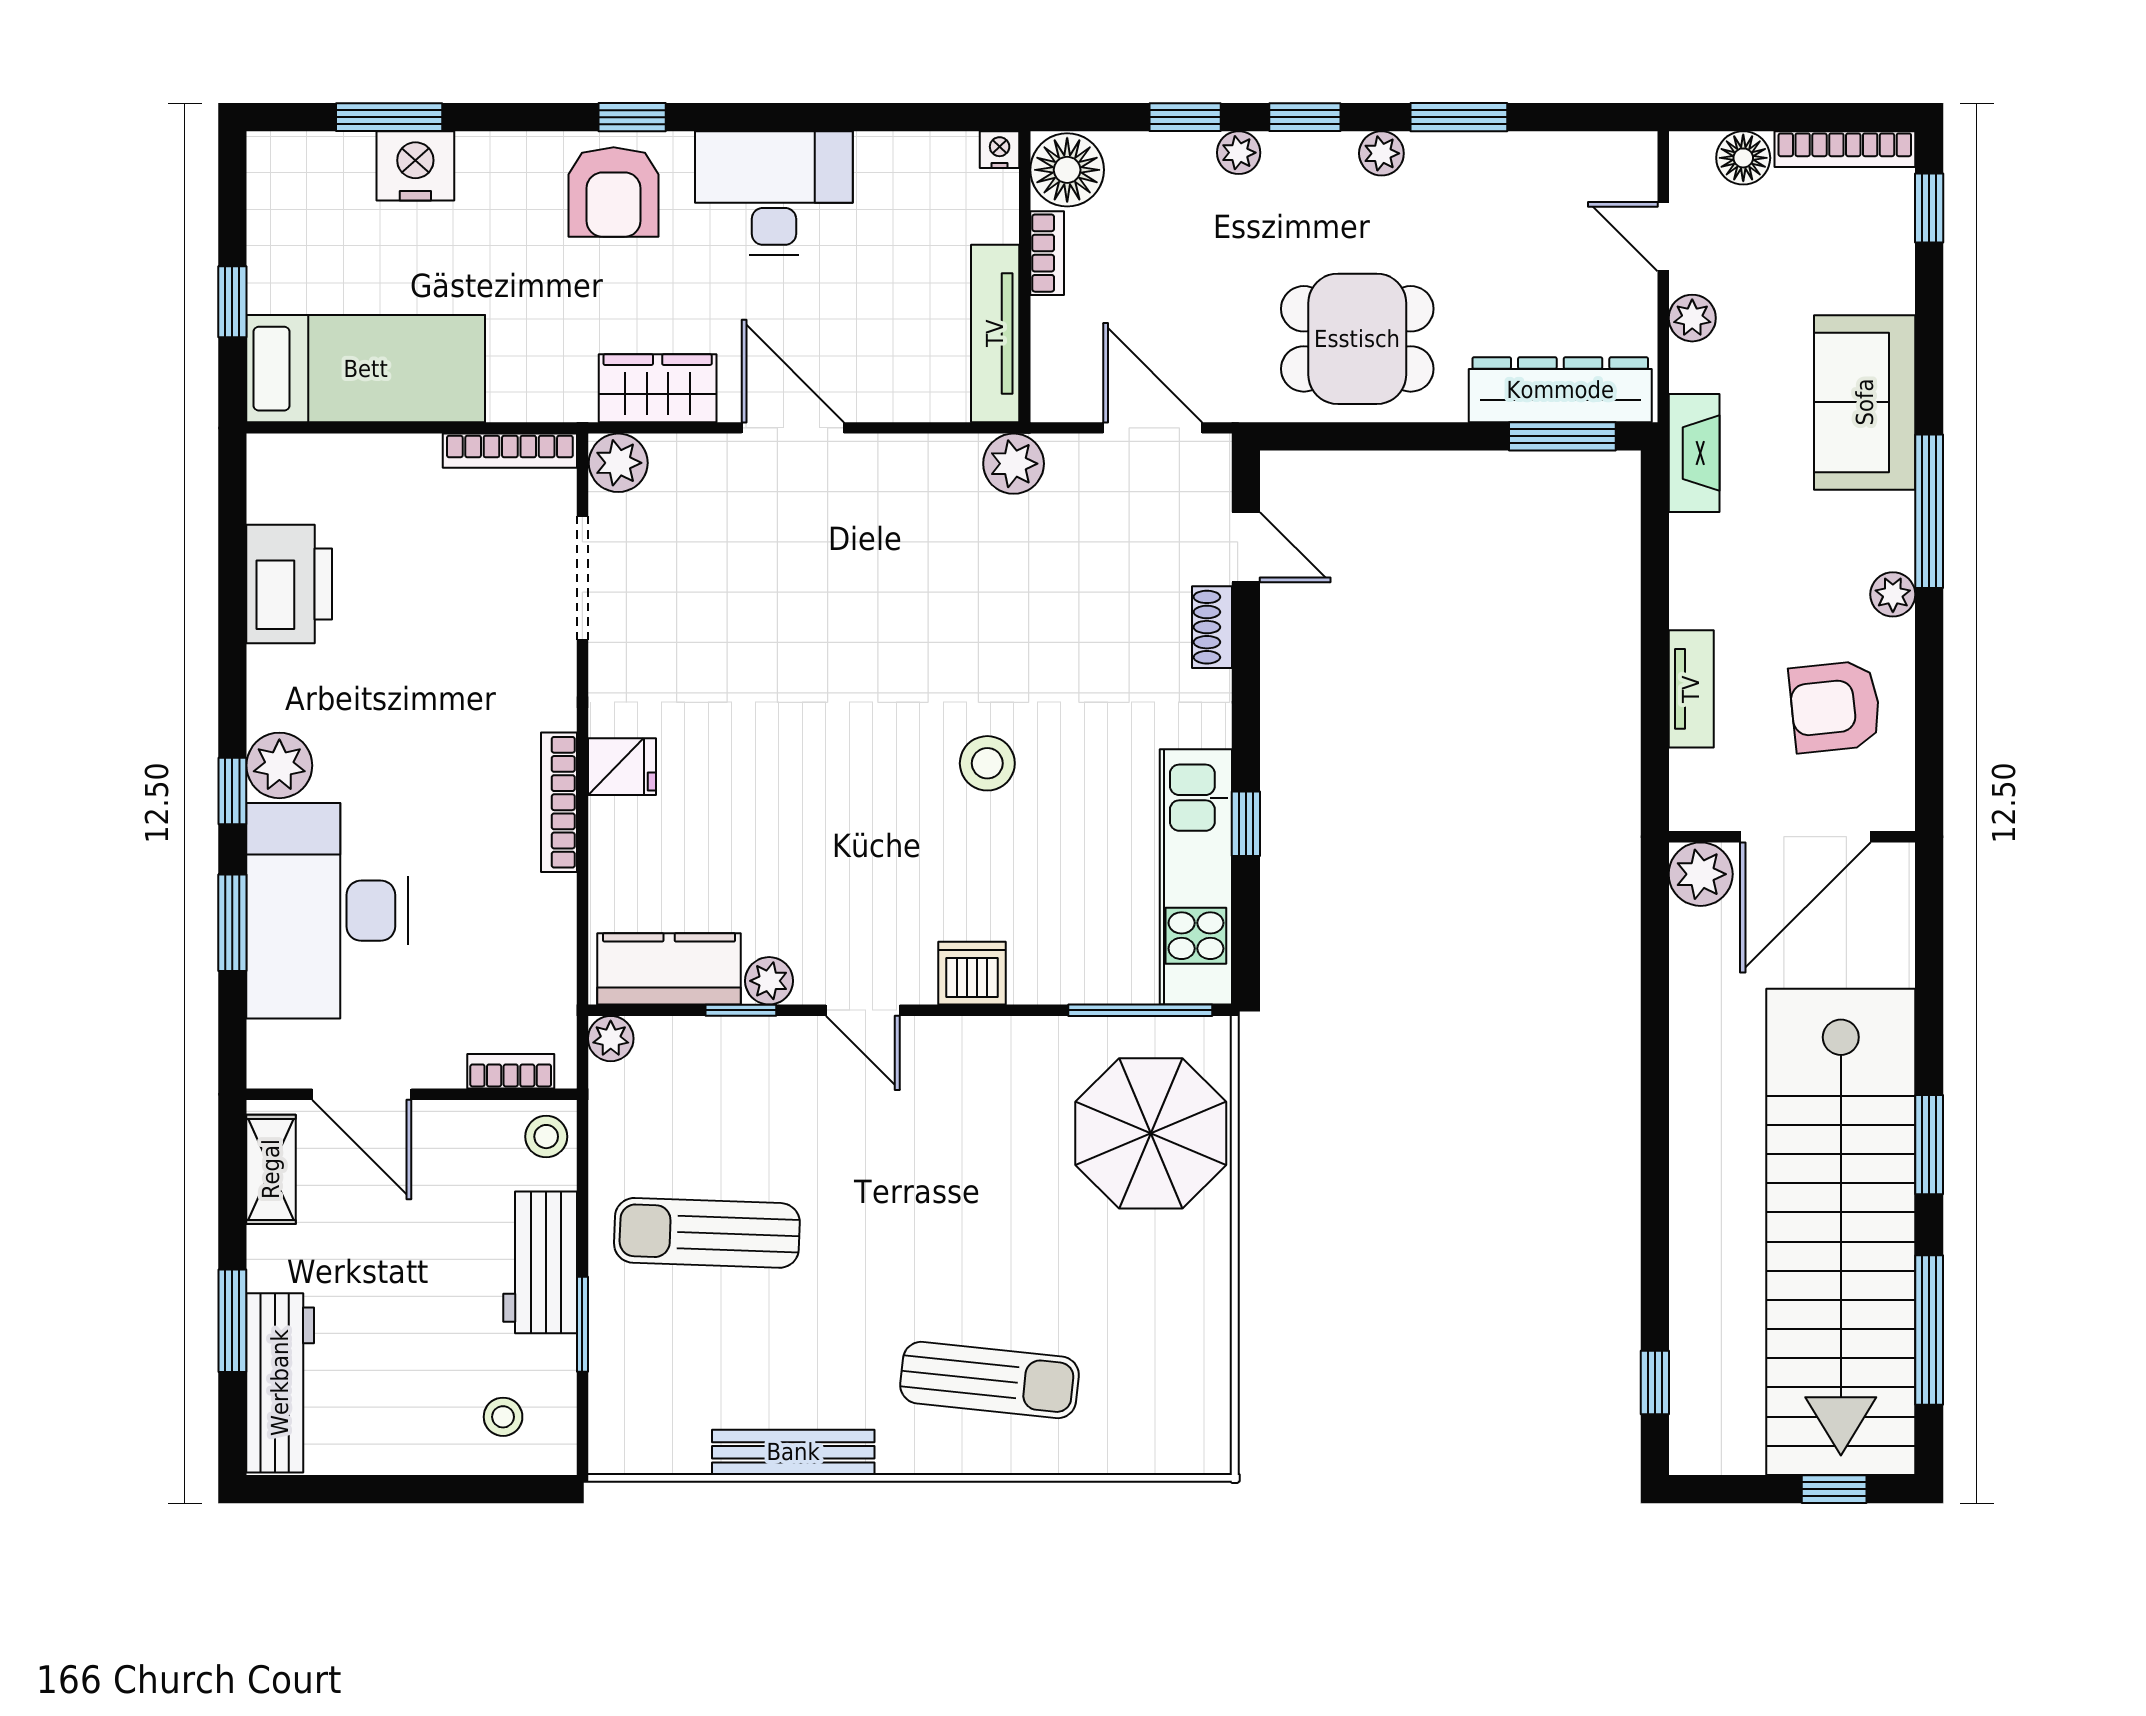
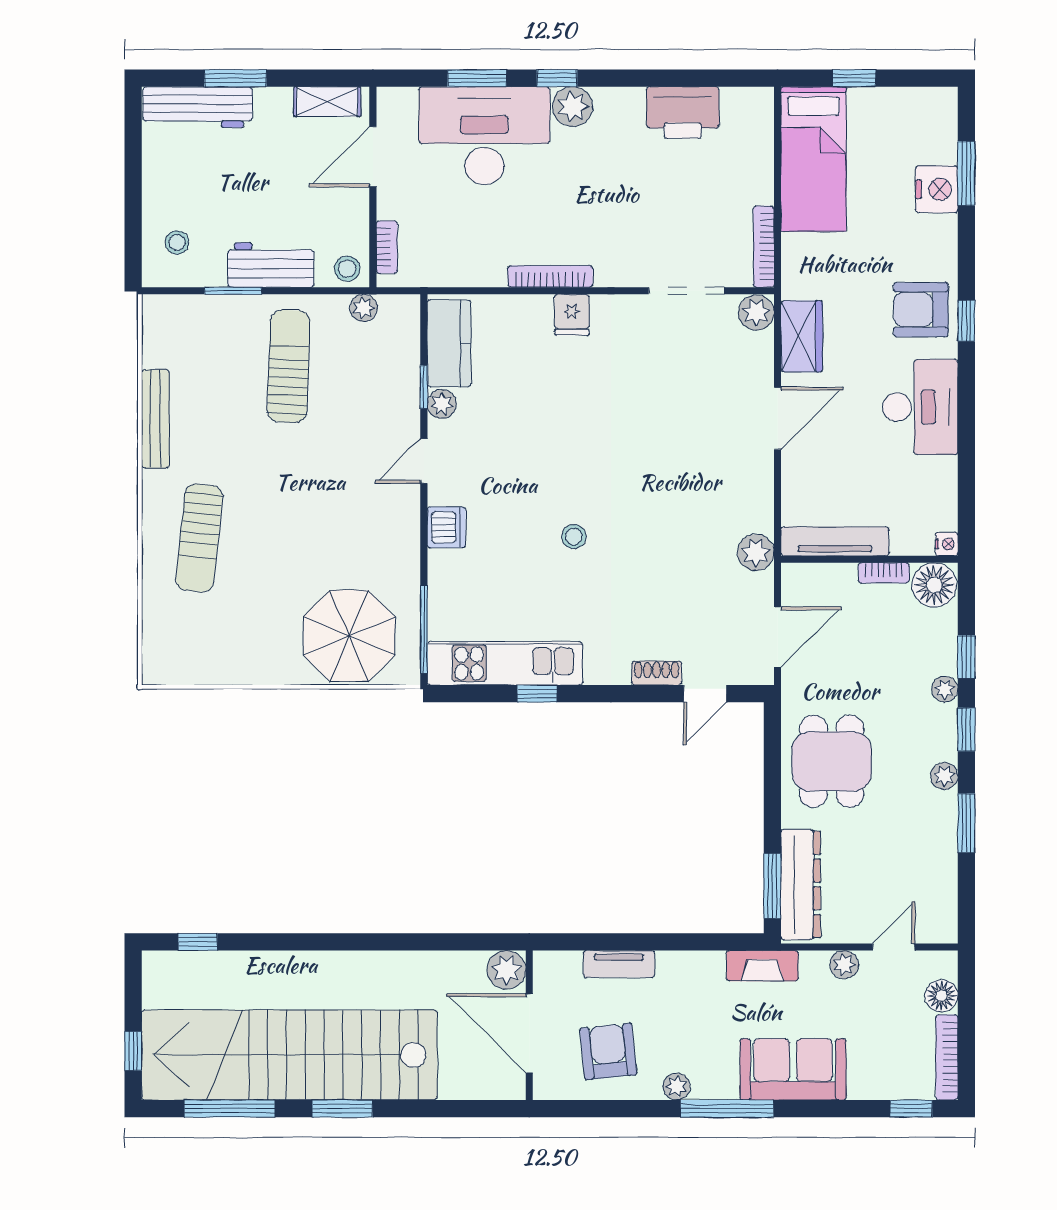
stool: (987, 763) -> (574, 537), width x0.73, depth x0.73
plant: (611, 1039) -> (364, 308), moved

